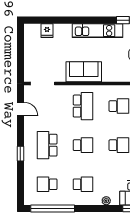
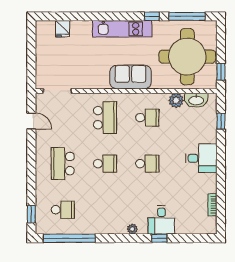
sofa: (84, 72) -> (131, 77), moved
window: (20, 154) -> (31, 214), moved
school desk: (47, 184) -> (63, 210), turned 180
school desk: (83, 184) -> (105, 210), removed

